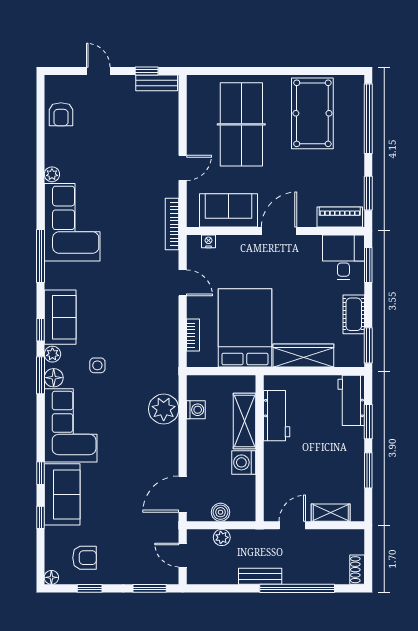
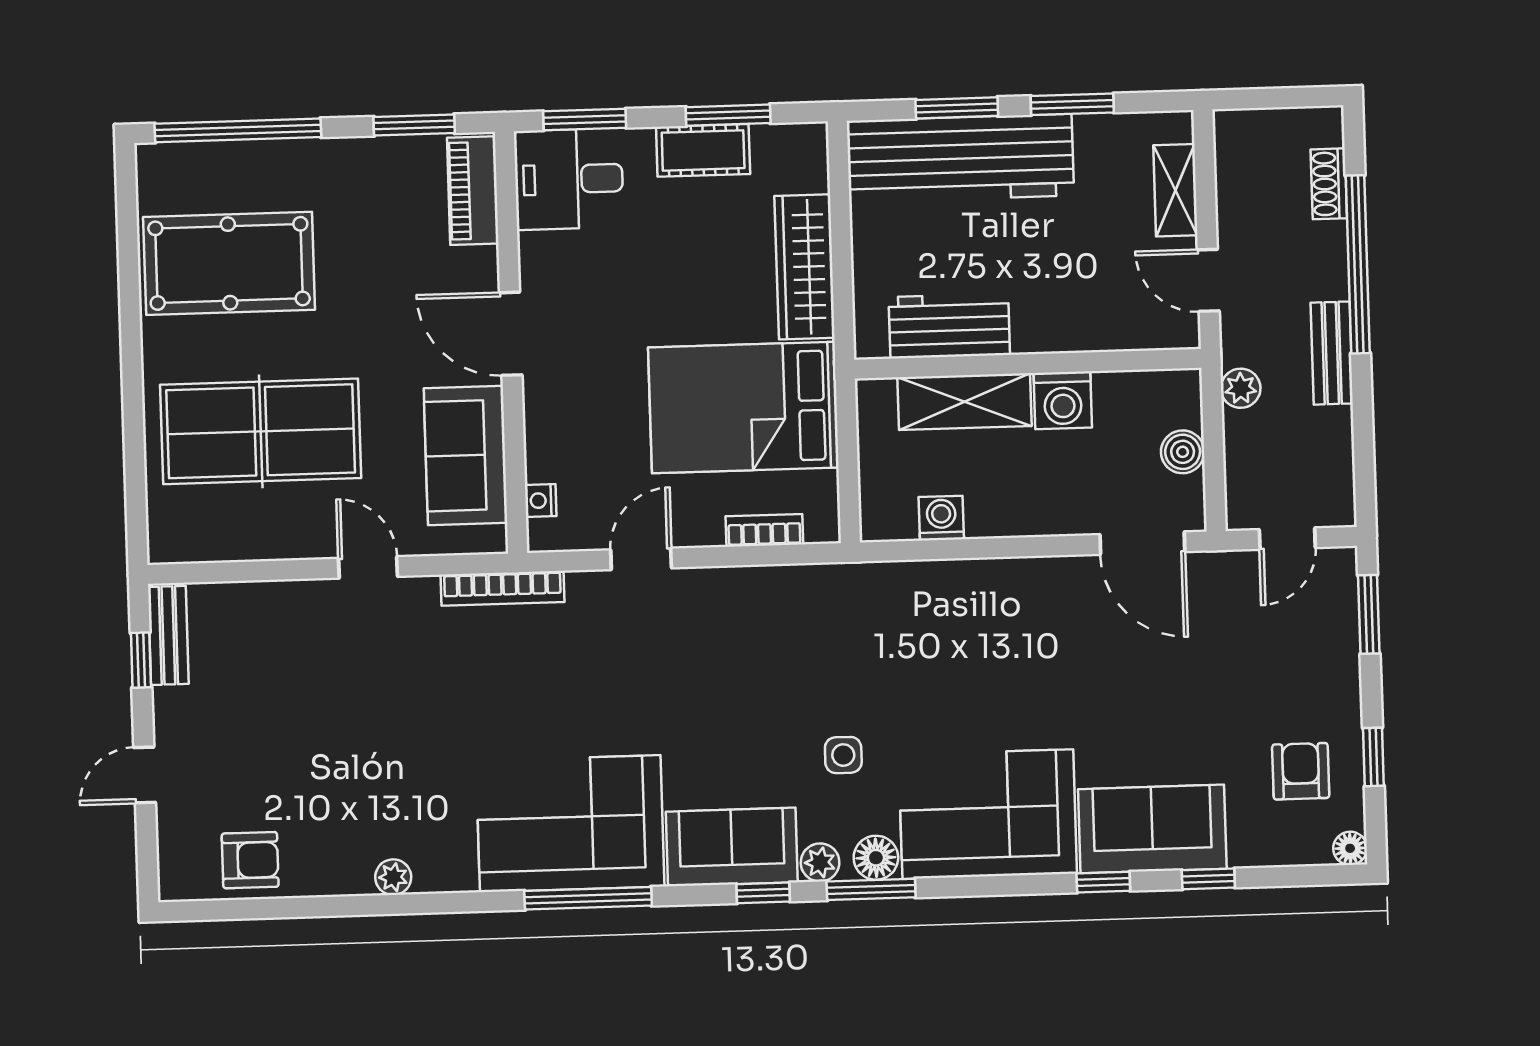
corner sofa: (72, 222) -> (570, 824), moved
window: (368, 345) -> (728, 115), moved
workbench: (351, 400) -> (960, 158), width x1.88, depth x1.32
plant: (164, 409) -> (942, 594), removed
plant: (222, 537) -> (1241, 388), moved
shoe rack: (357, 570) -> (1329, 184), moved, turned 90

